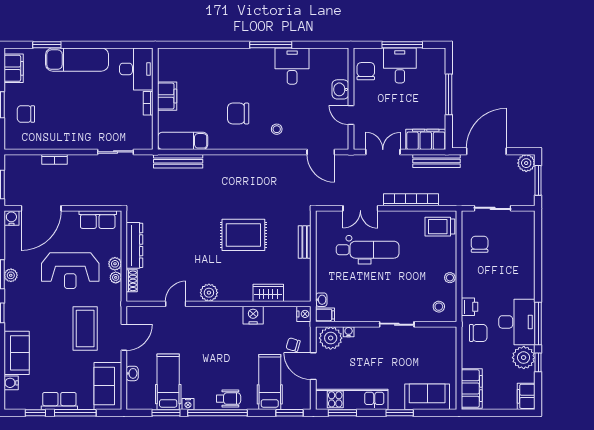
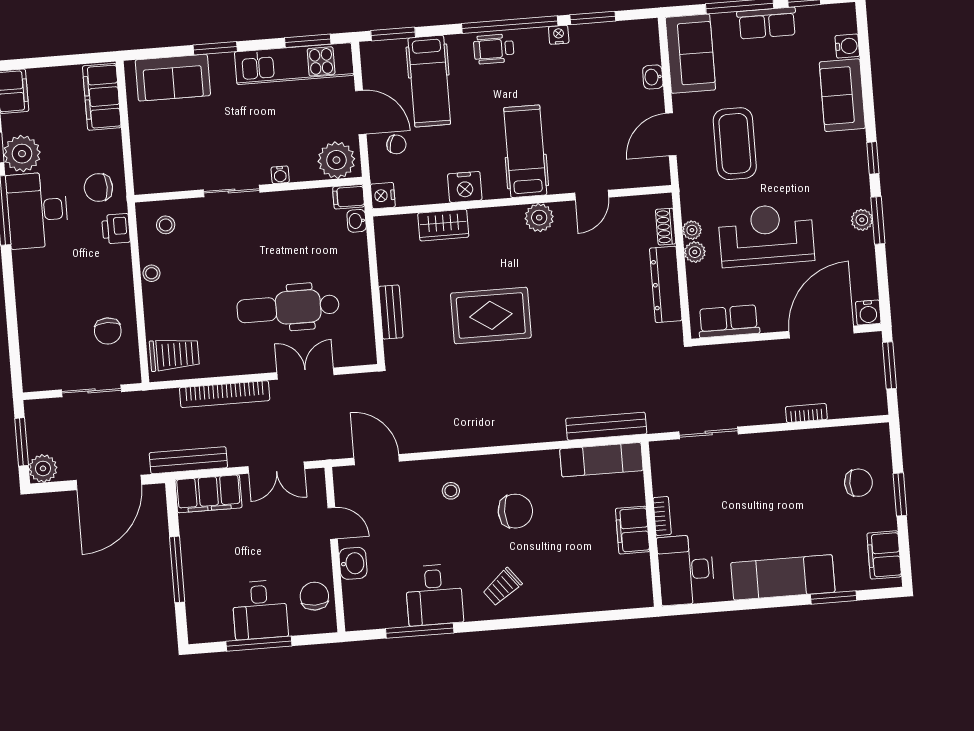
window: (271, 45) -> (420, 631), moved
trolley: (250, 68) -> (502, 587), added
chair: (366, 71) -> (314, 596), turned 180
water cooler: (349, 332) -> (280, 175), moved
hospital bed: (168, 382) -> (525, 151), moved, turned 180

